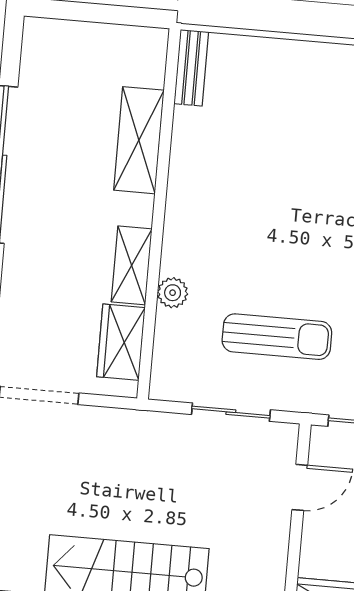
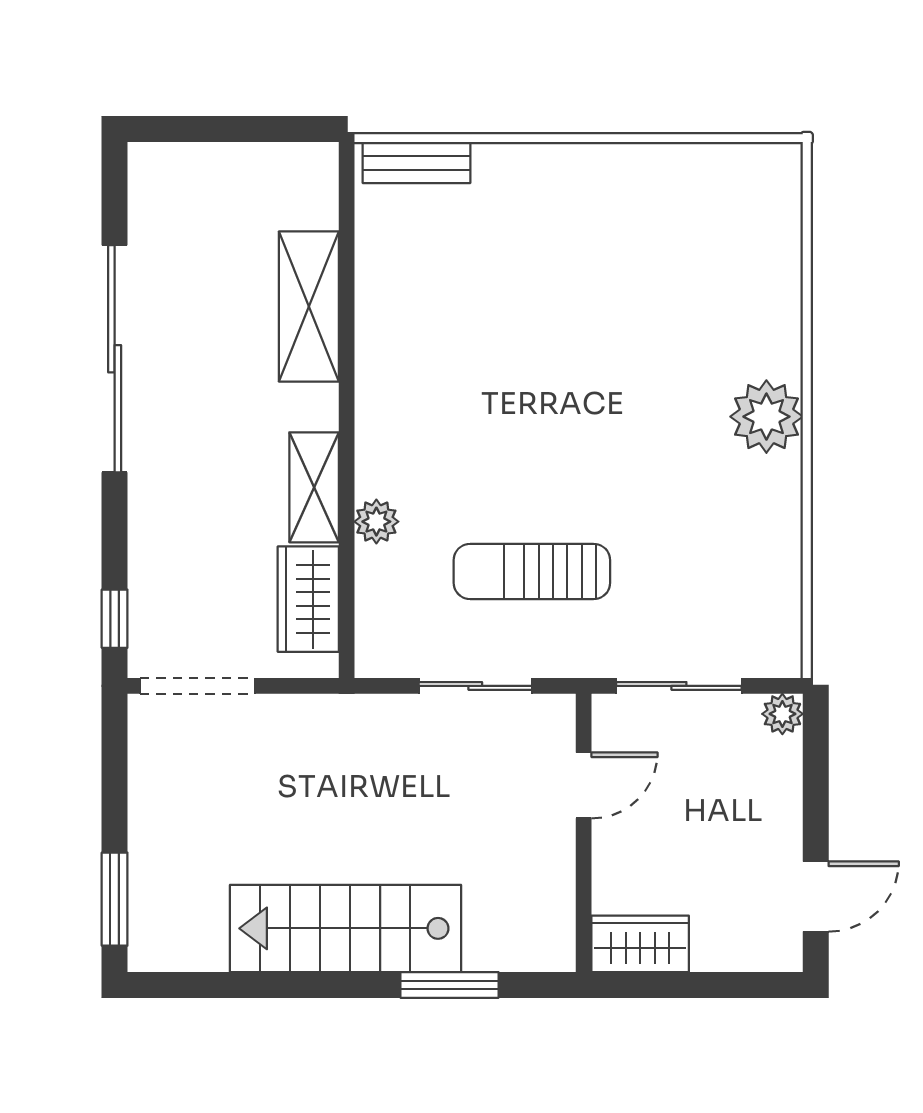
bench: (191, 68) -> (416, 163), moved, turned 90
sun lounger: (277, 337) -> (532, 571), turned 180

